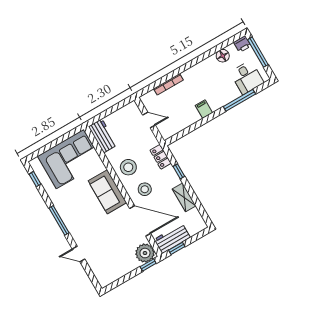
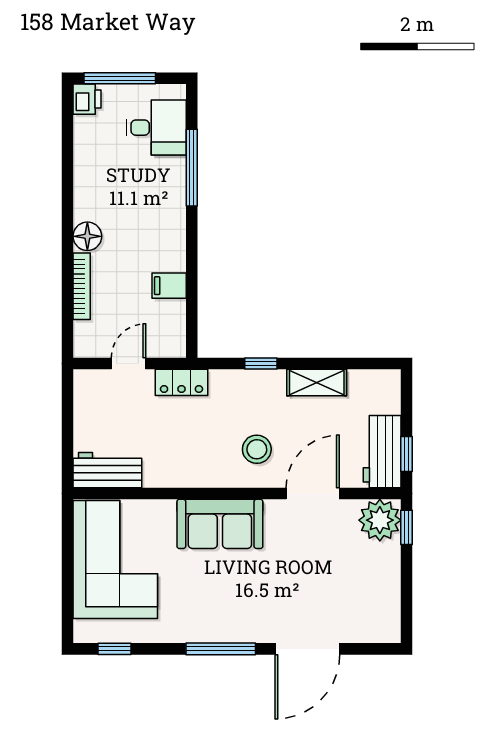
floor lamp: (223, 56) -> (87, 236), moved
filing cabinet: (204, 109) -> (169, 286), moved
locker: (161, 157) -> (181, 382), moved
stool: (128, 167) -> (196, 456), removed
door: (140, 221) -> (313, 493), width x0.73
door: (79, 254) -> (307, 649), width x1.87

